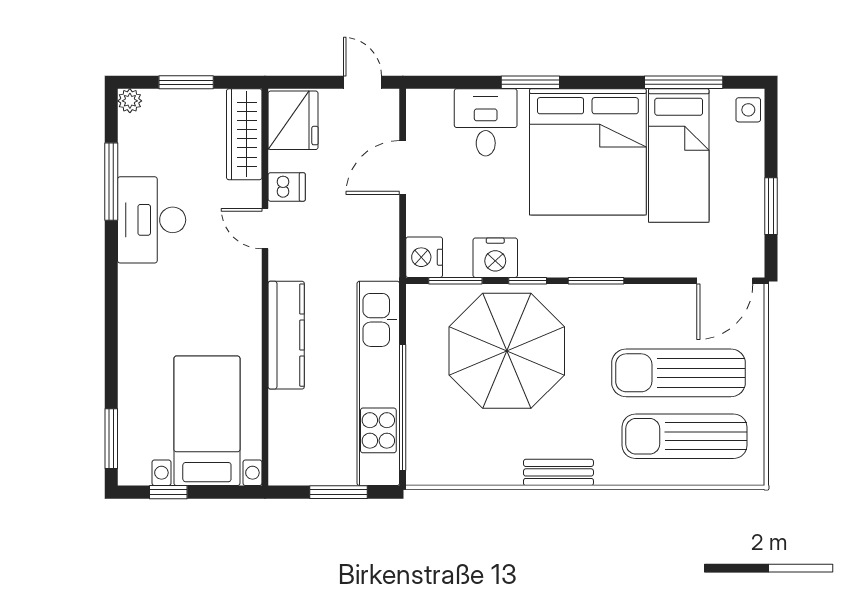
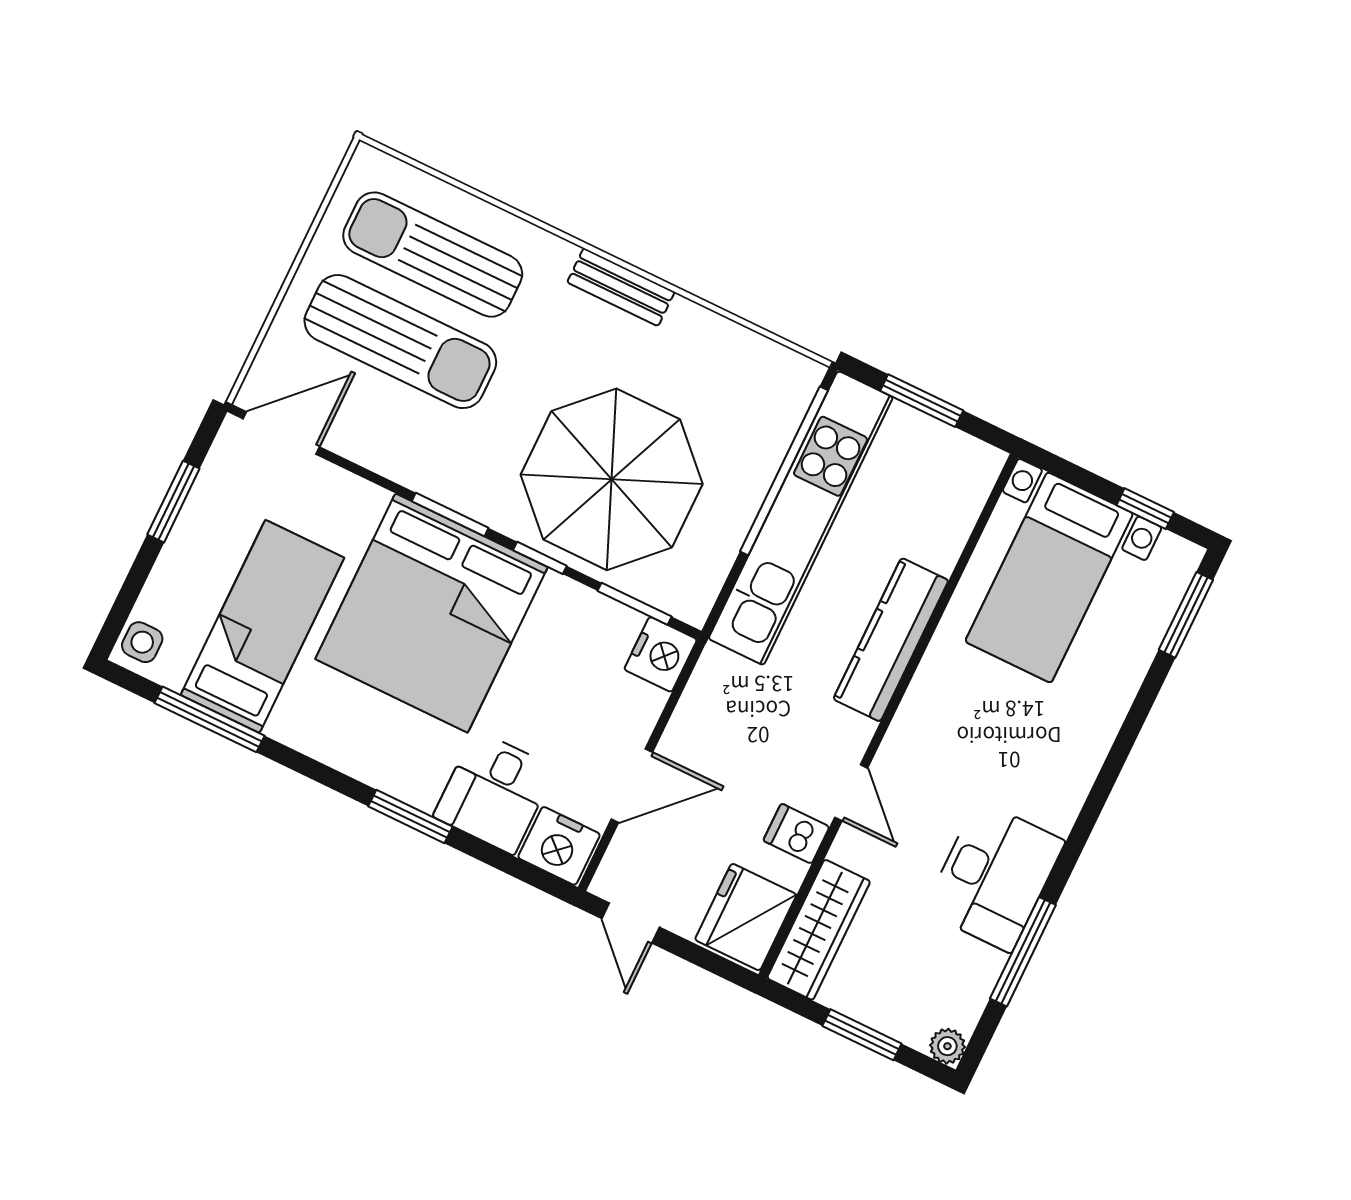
bed: (588, 152) -> (432, 613), moved, turned 180
nightstand: (495, 258) -> (559, 846), moved, turned 180
sun lounger: (685, 436) -> (433, 255), turned 180

